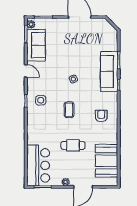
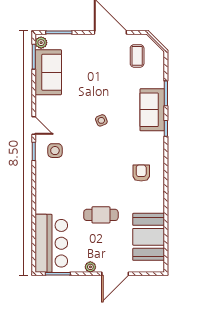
door: (26, 71) -> (34, 126), moved
sofa: (109, 72) -> (152, 110), width x0.73
coffee table: (69, 110) -> (137, 56), moved

